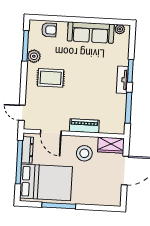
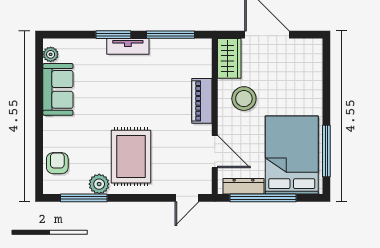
sofa: (91, 33) -> (58, 89), width x0.73
rug: (51, 78) -> (131, 157), width x1.36, depth x1.43
door: (51, 132) -> (215, 152), hinge flipped
window: (59, 206) -> (326, 151), moved

